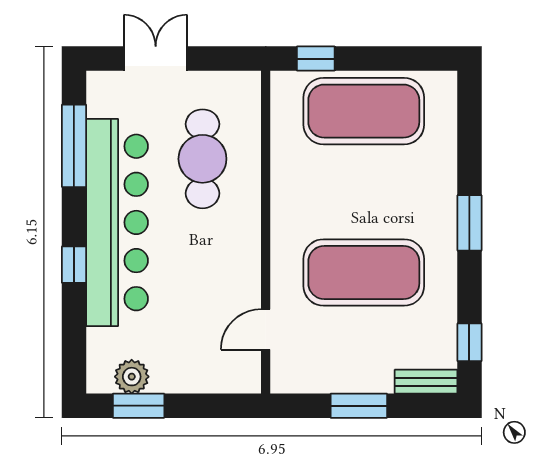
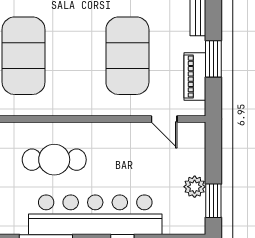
plant: (132, 377) -> (195, 187), moved
piano: (332, 377) -> (195, 77), added

